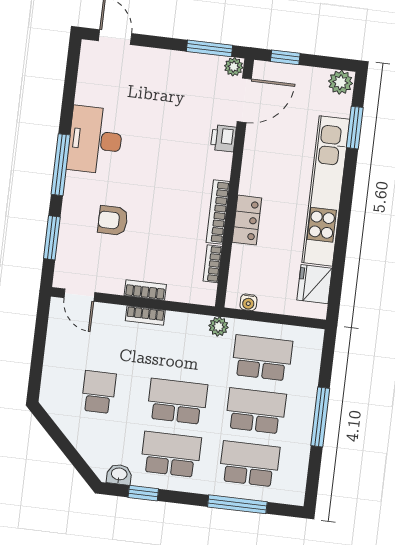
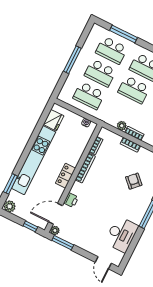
desk: (95, 140) -> (121, 234), moved
armchair: (113, 220) -> (134, 181), turned -135
locker: (247, 220) -> (66, 176), moved
plant: (219, 326) -> (122, 126), moved

